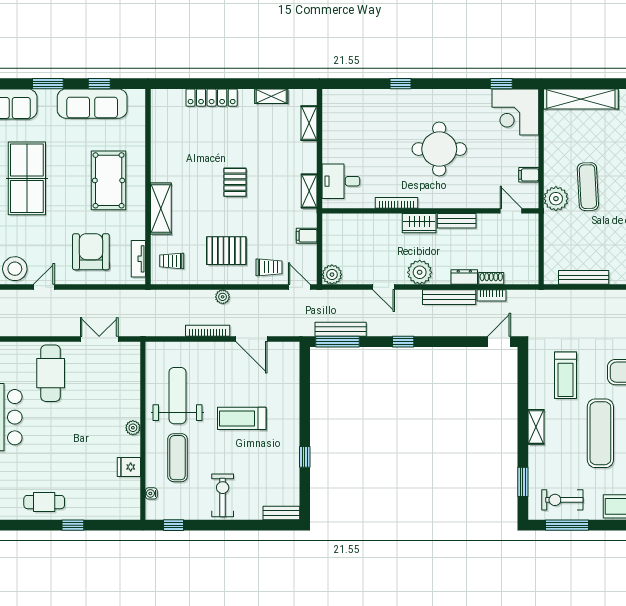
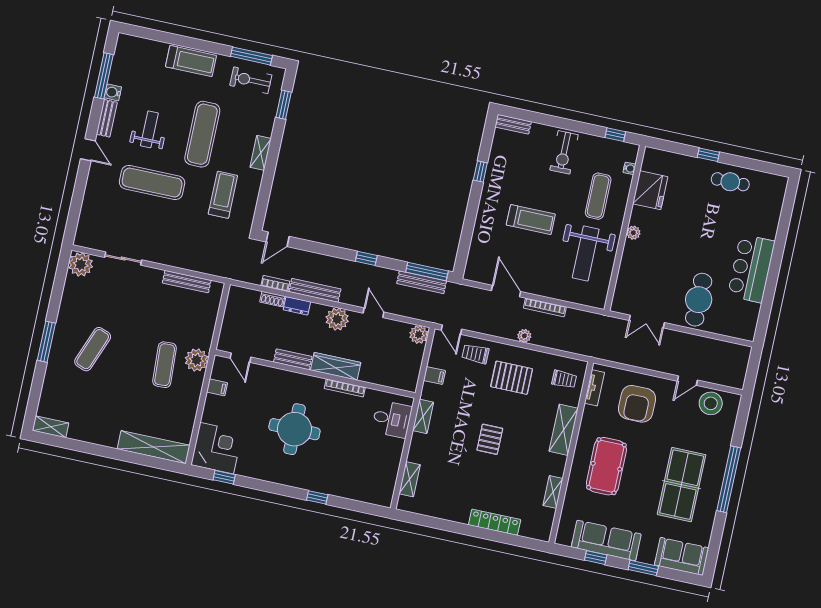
shelving: (271, 96) -> (553, 492), moved, turned 90
wardrobe: (419, 223) -> (336, 366), width x1.50
fridge: (129, 467) -> (650, 190), width x1.88, depth x1.34
exercise bike: (562, 500) -> (251, 80), turned 180

